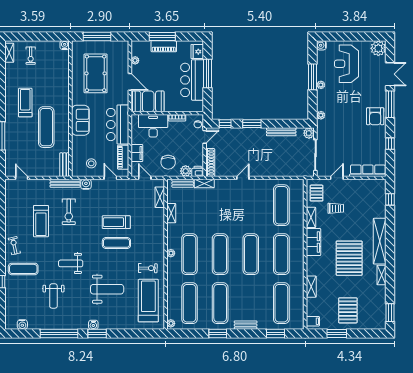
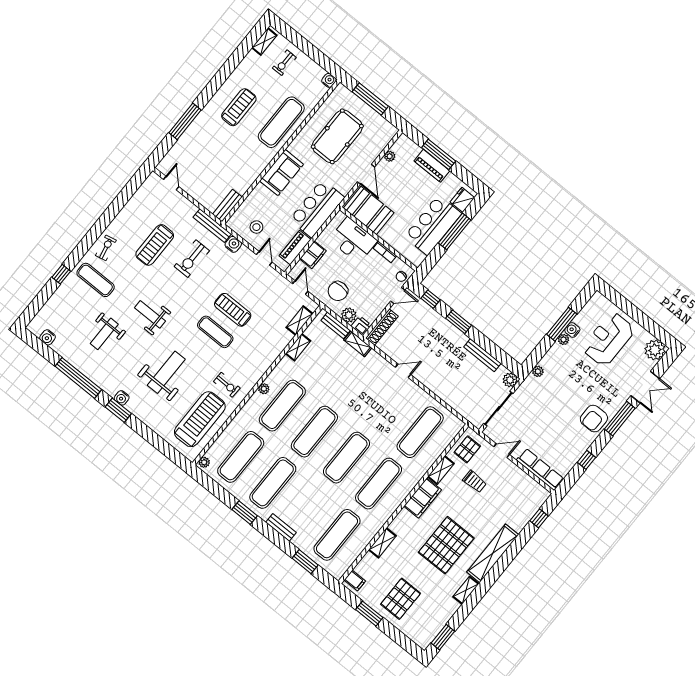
water cooler: (321, 45) -> (572, 330), moved
exercise mat: (46, 127) -> (281, 122), moved
weight bench: (107, 289) -> (166, 372), turned -90

